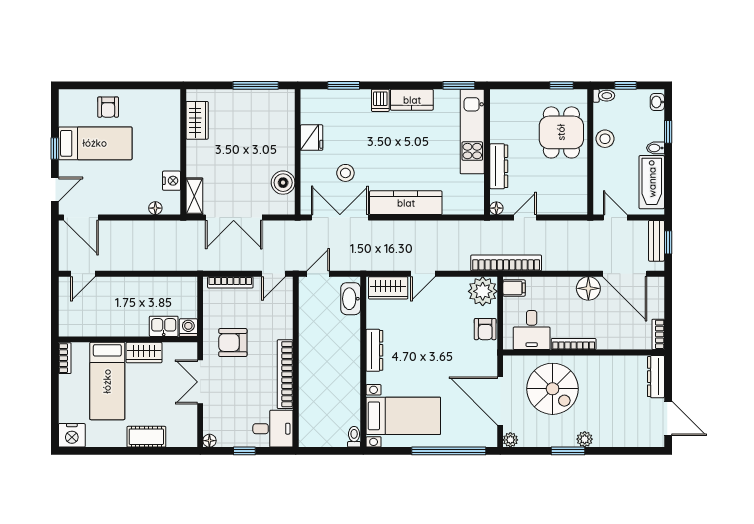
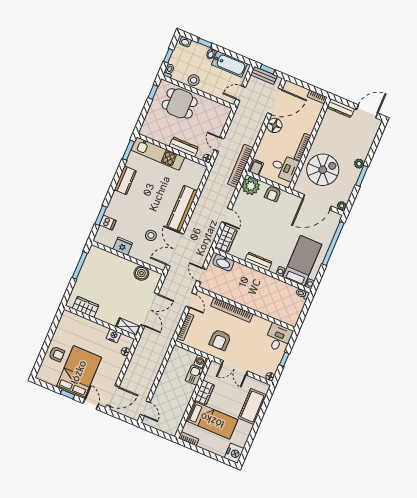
dishwasher: (380, 100) -> (108, 223), moved
bed: (95, 143) -> (79, 372), width x1.50
armchair: (485, 329) -> (273, 194), turned 90
bookcase: (285, 374) -> (232, 310), moved
cot: (146, 437) -> (252, 406), width x1.37, depth x1.34

